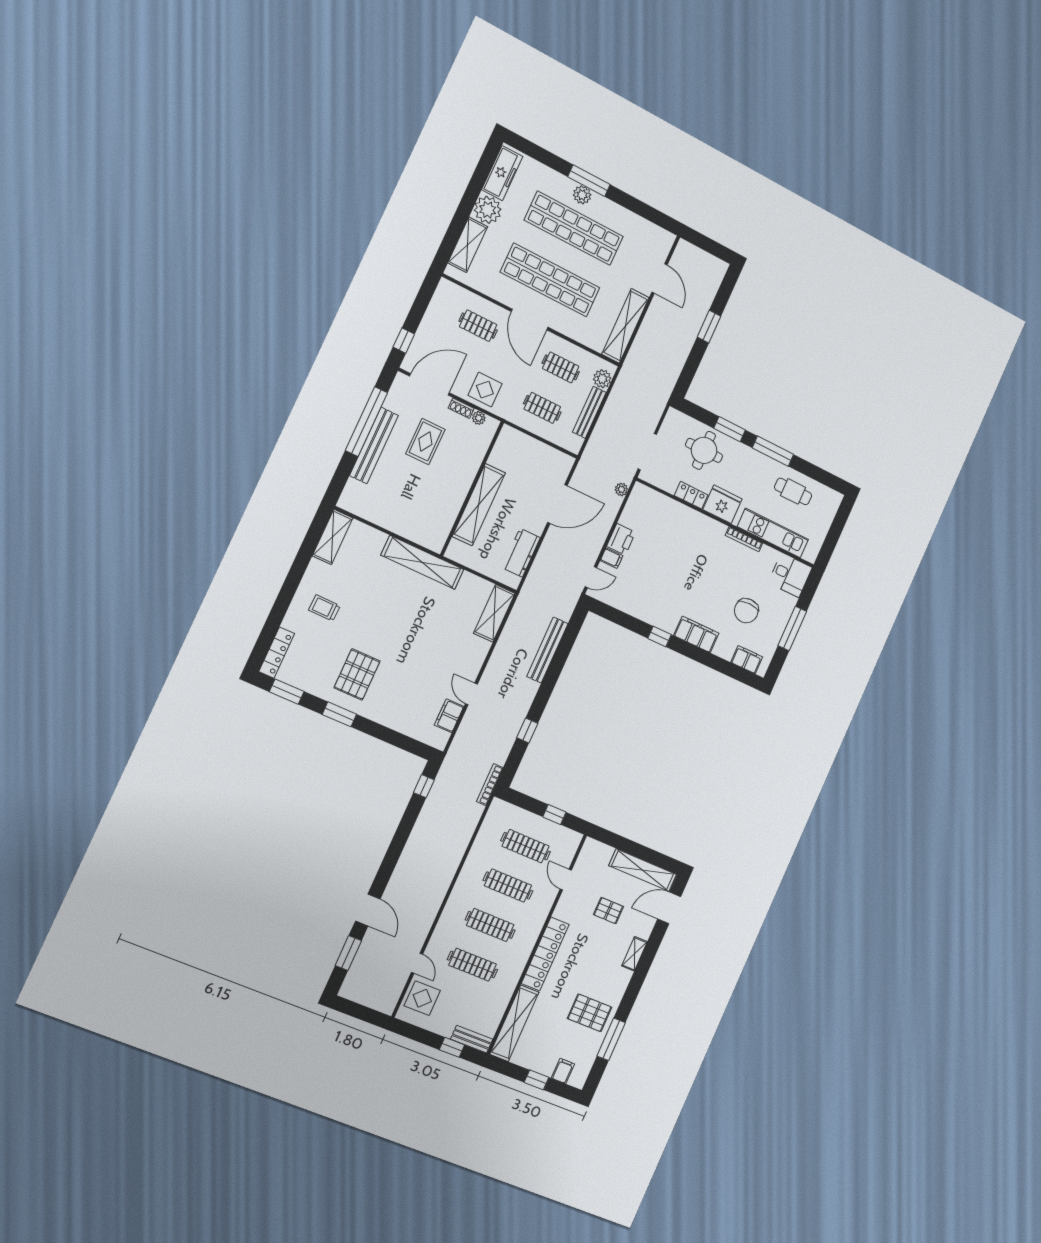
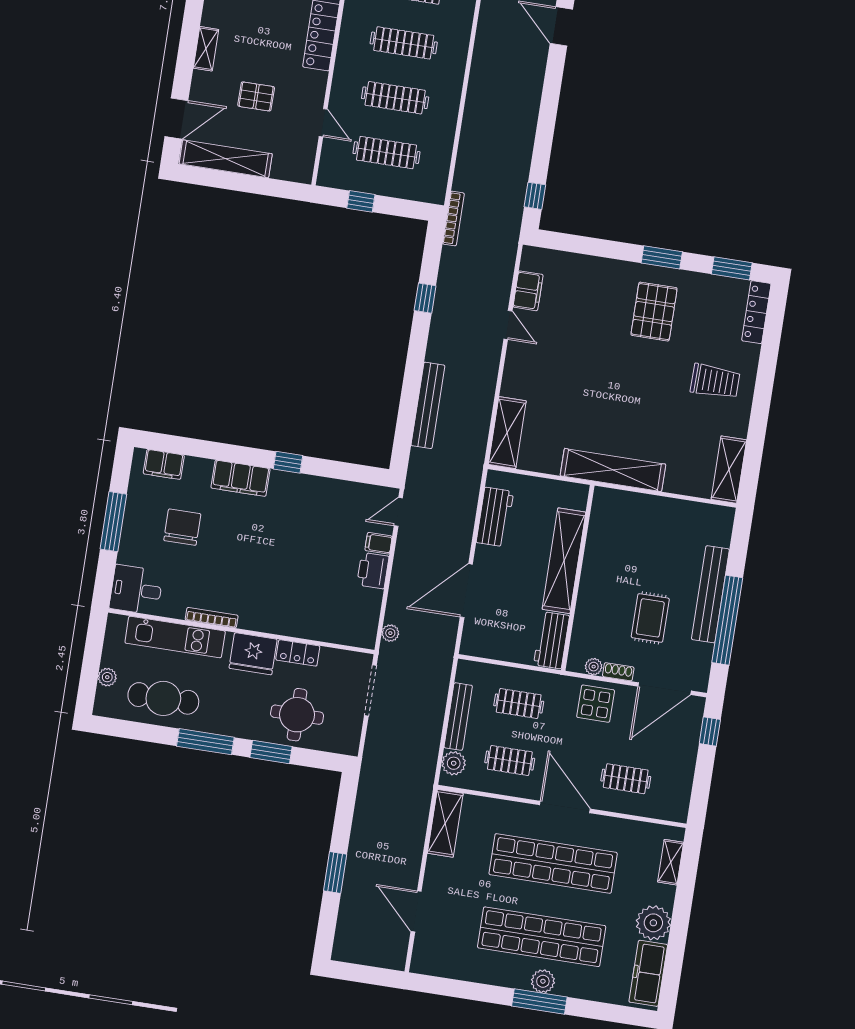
shelving: (468, 245) -> (671, 862), width x0.67, depth x0.75
shelving: (625, 326) -> (445, 823), width x0.68
workbench: (505, 448) -> (551, 640), added
cafe table: (793, 491) -> (163, 698), width x1.37, depth x1.35
plant: (827, 519) -> (107, 677), added
trolley: (324, 608) -> (715, 381), width x1.36, depth x1.39

